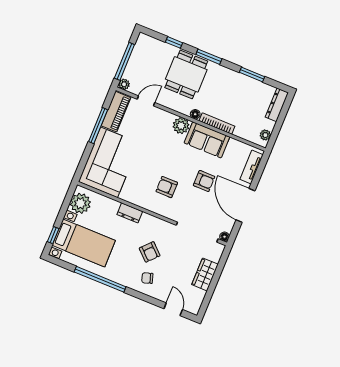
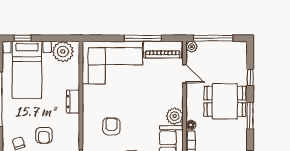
armchair: (150, 252) -> (44, 135), turned -43

